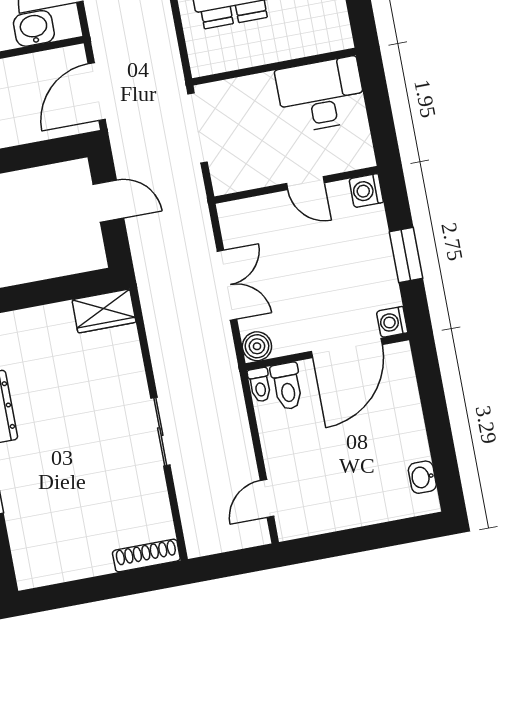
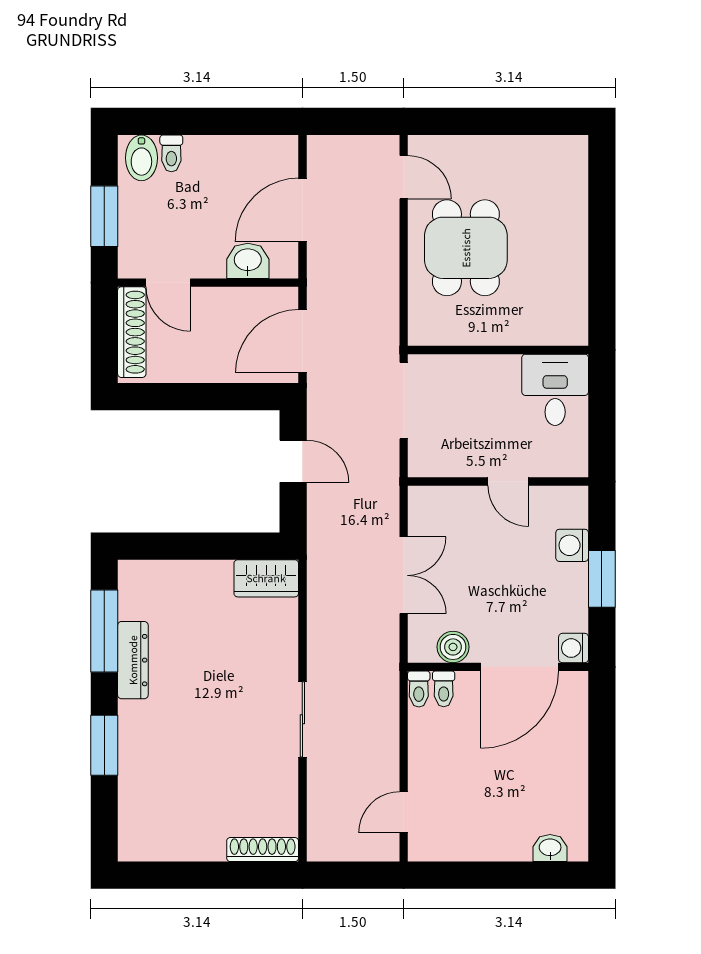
desk: (321, 95) -> (555, 390), width x0.73
washing machine: (366, 191) -> (572, 545), moved
boiler: (257, 346) -> (453, 647), moved
toilet: (287, 386) -> (444, 689), width x0.73, depth x0.72
washbasin: (422, 477) -> (550, 848), moved, turned 90

